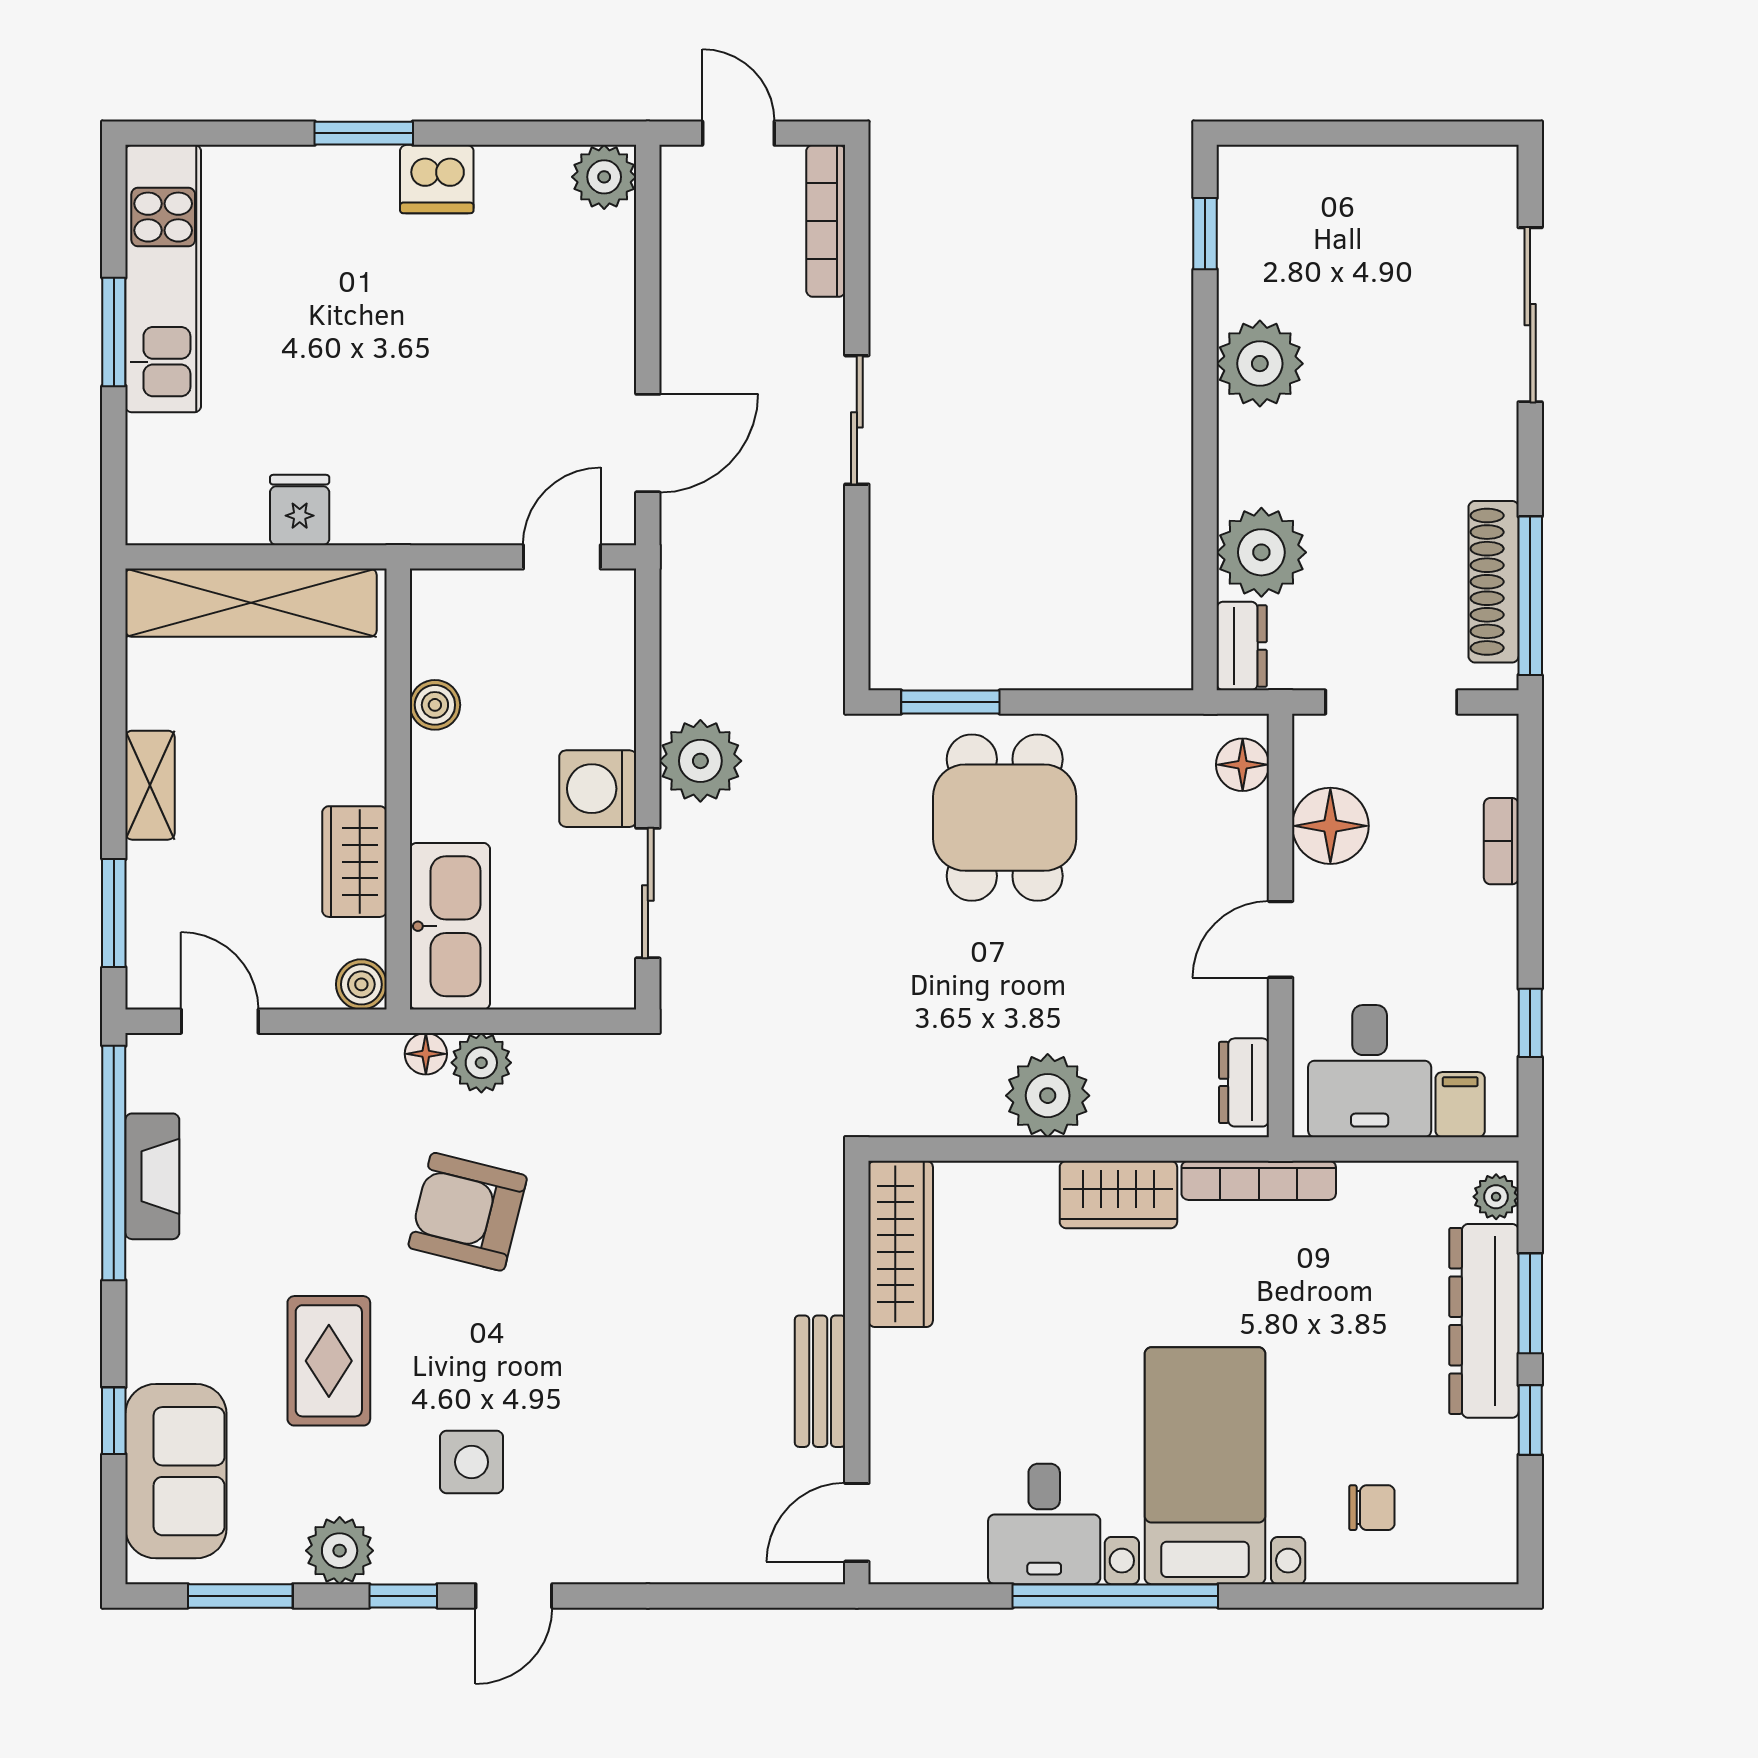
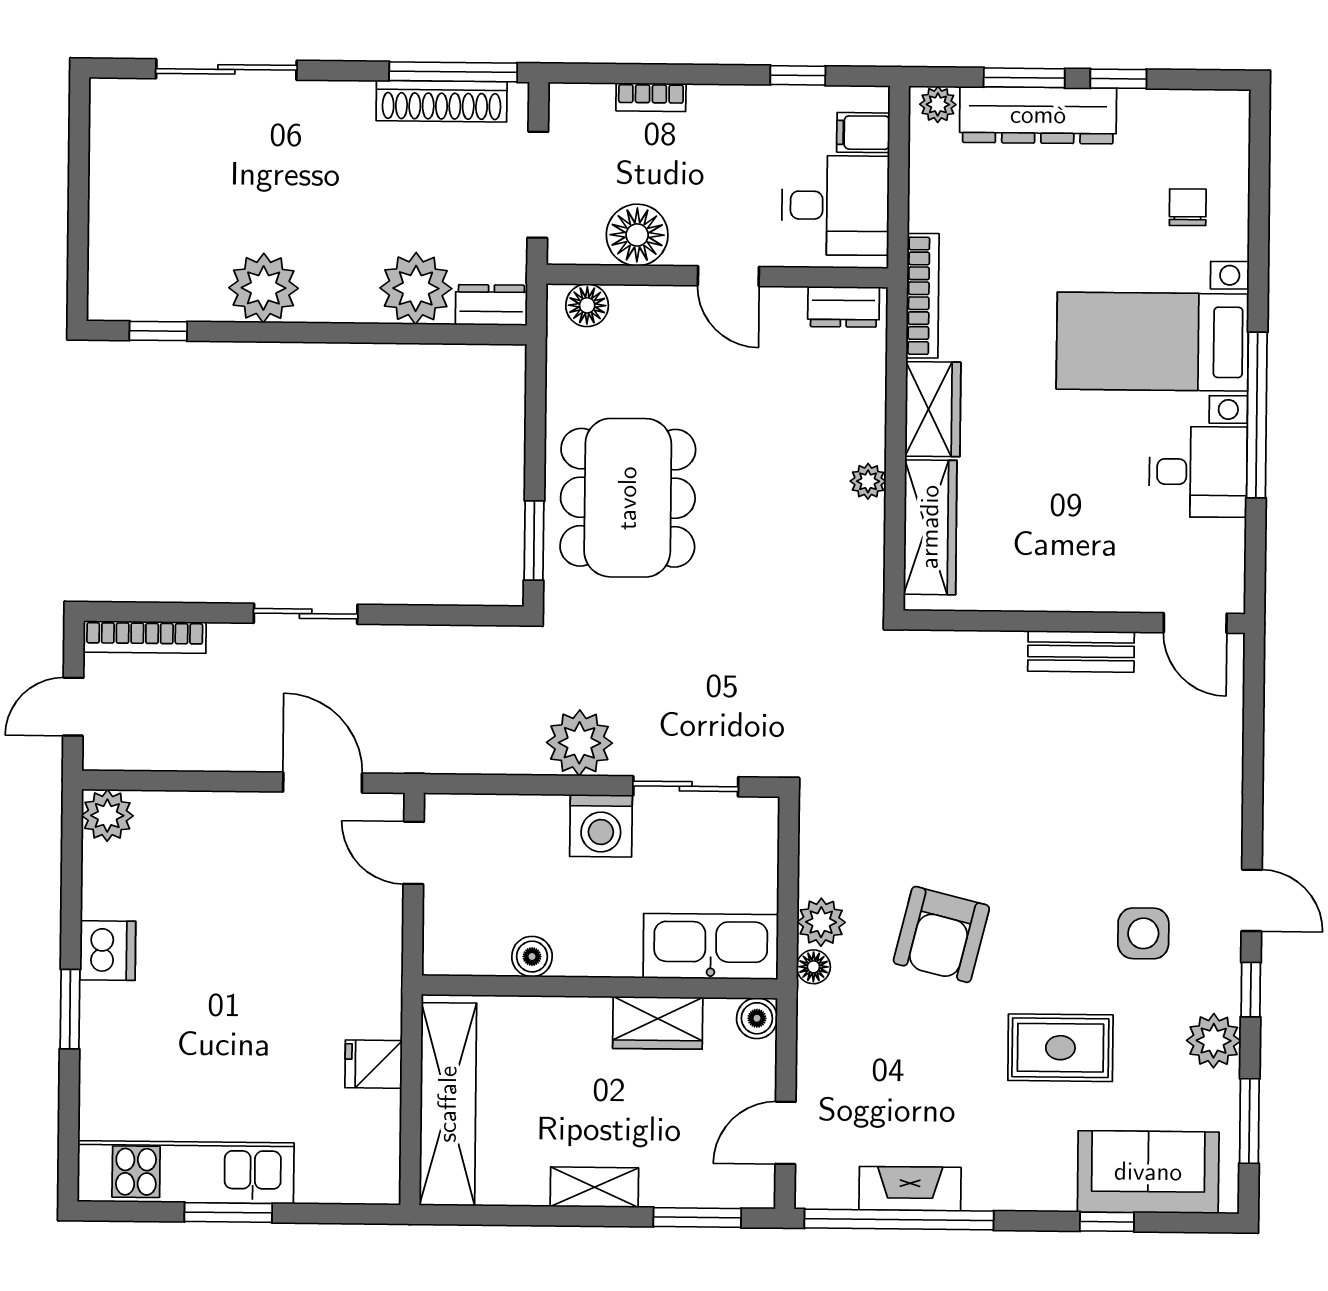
dining table: (1005, 818) -> (628, 498), width x1.38
plant: (1048, 1096) -> (868, 481), width x0.53, depth x0.53
wardrobe: (901, 1244) -> (930, 527), moved, turned 90

